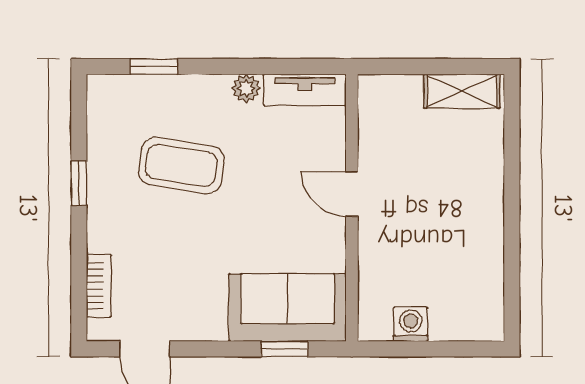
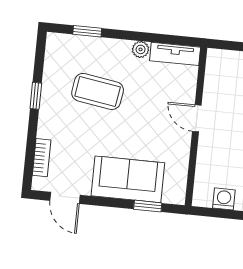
sofa: (288, 308) -> (128, 179), moved

